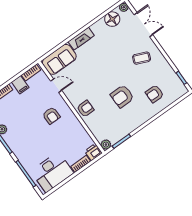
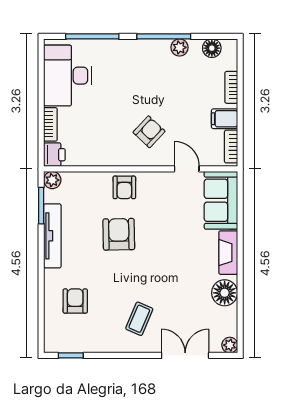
floor lamp: (112, 19) -> (225, 293), moved
double door: (143, 25) -> (185, 355), swing flipped
door: (56, 86) -> (187, 169), swing flipped
armchair: (122, 96) -> (119, 234), moved
armchair: (51, 116) -> (149, 132), turned 133
tv unit: (132, 126) -> (52, 236), added

